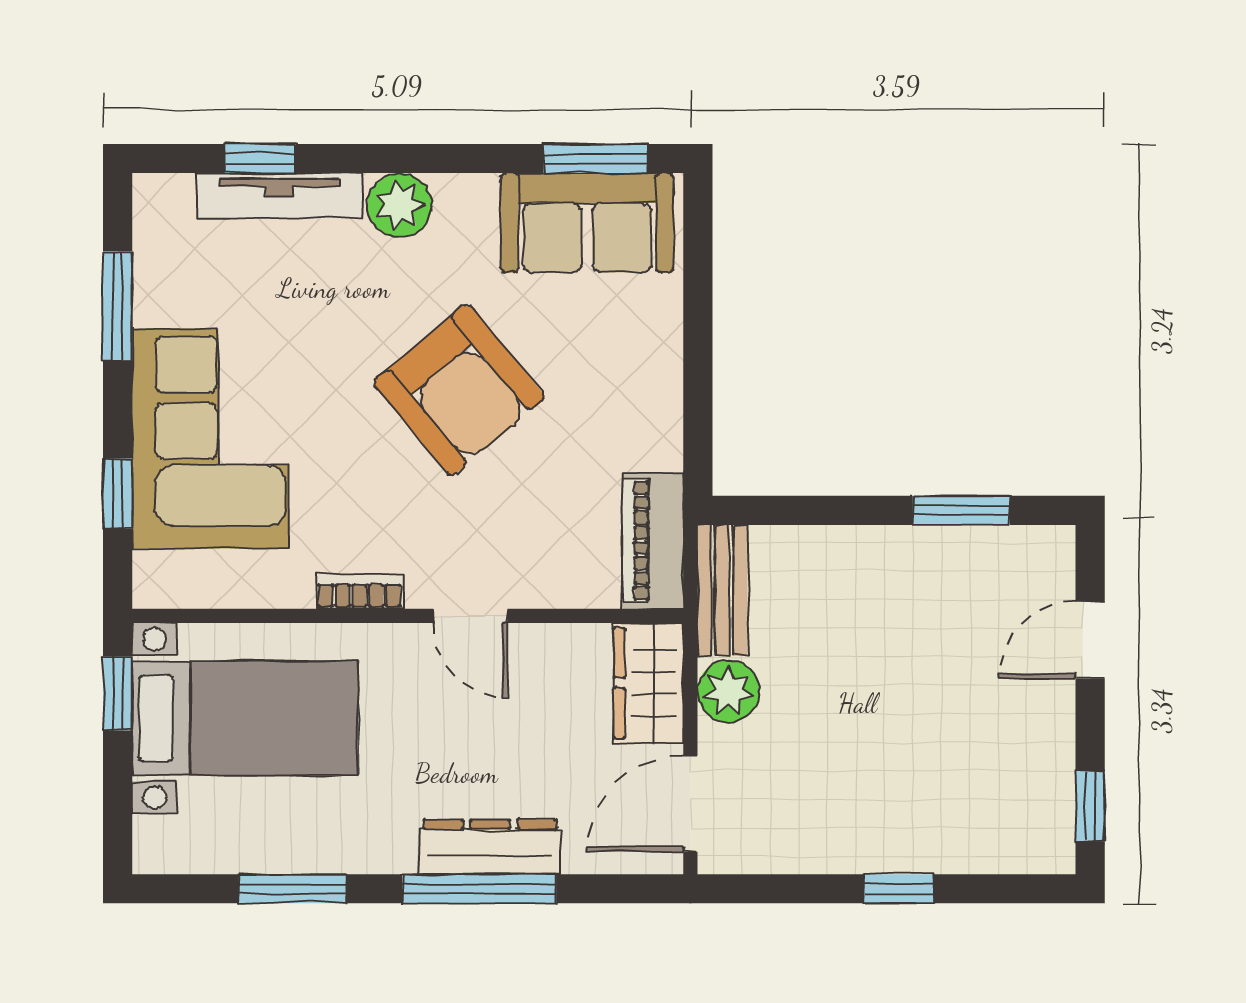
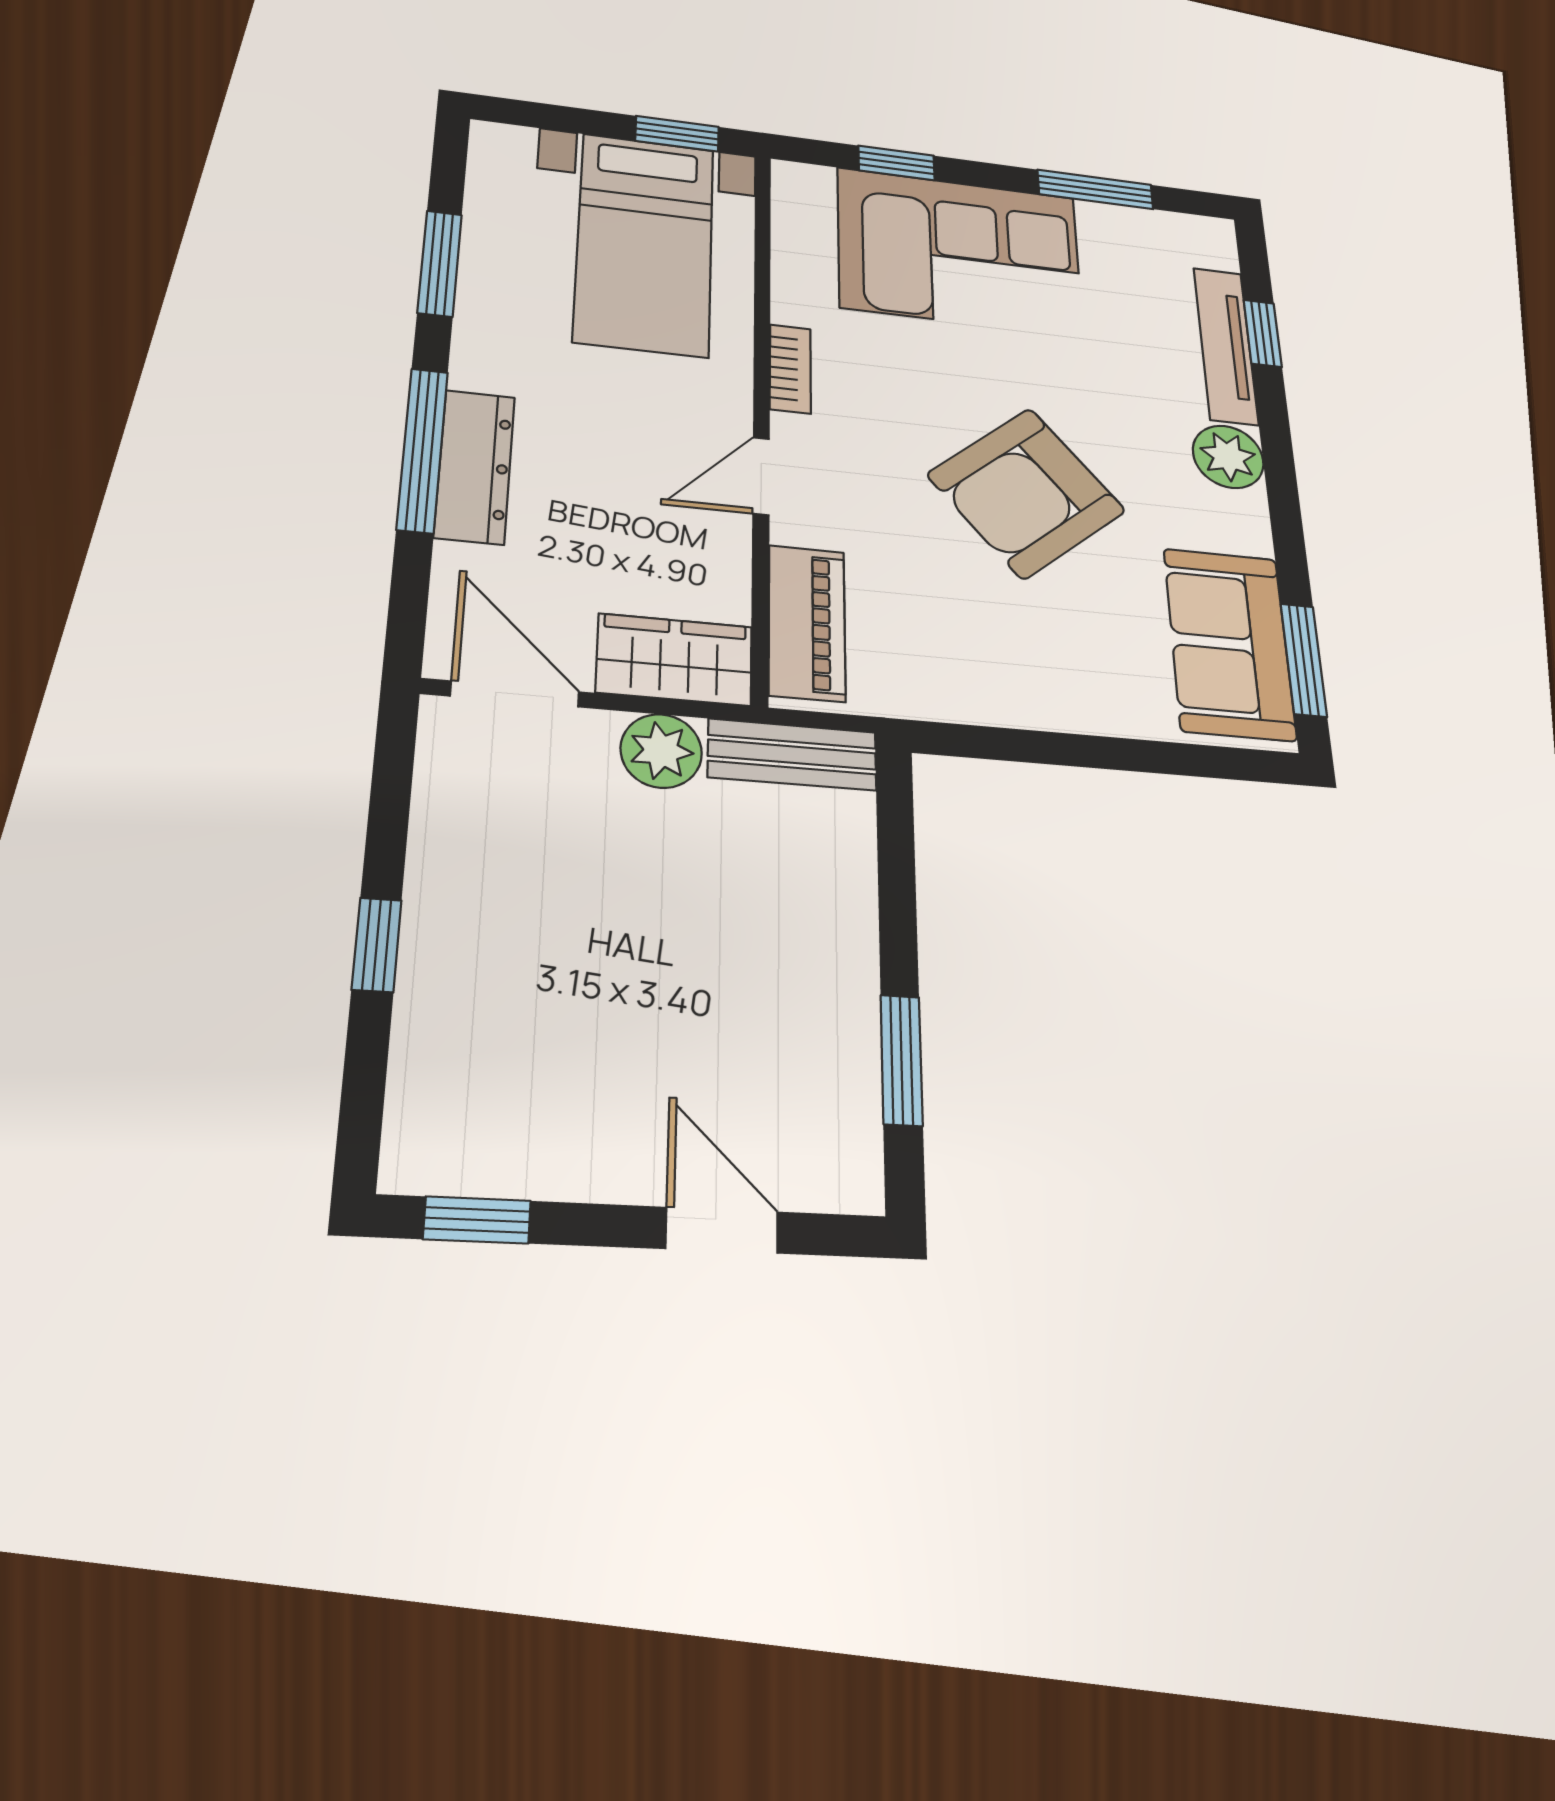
piano: (653, 541) -> (807, 623), moved, turned 90

